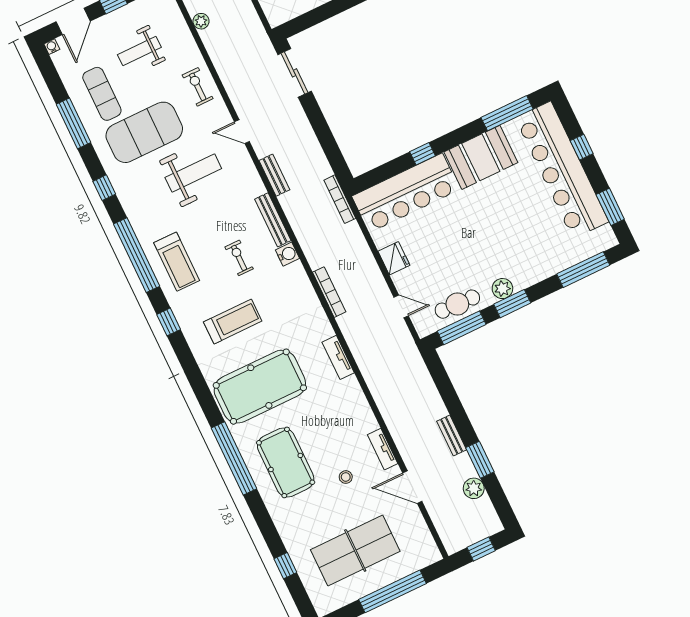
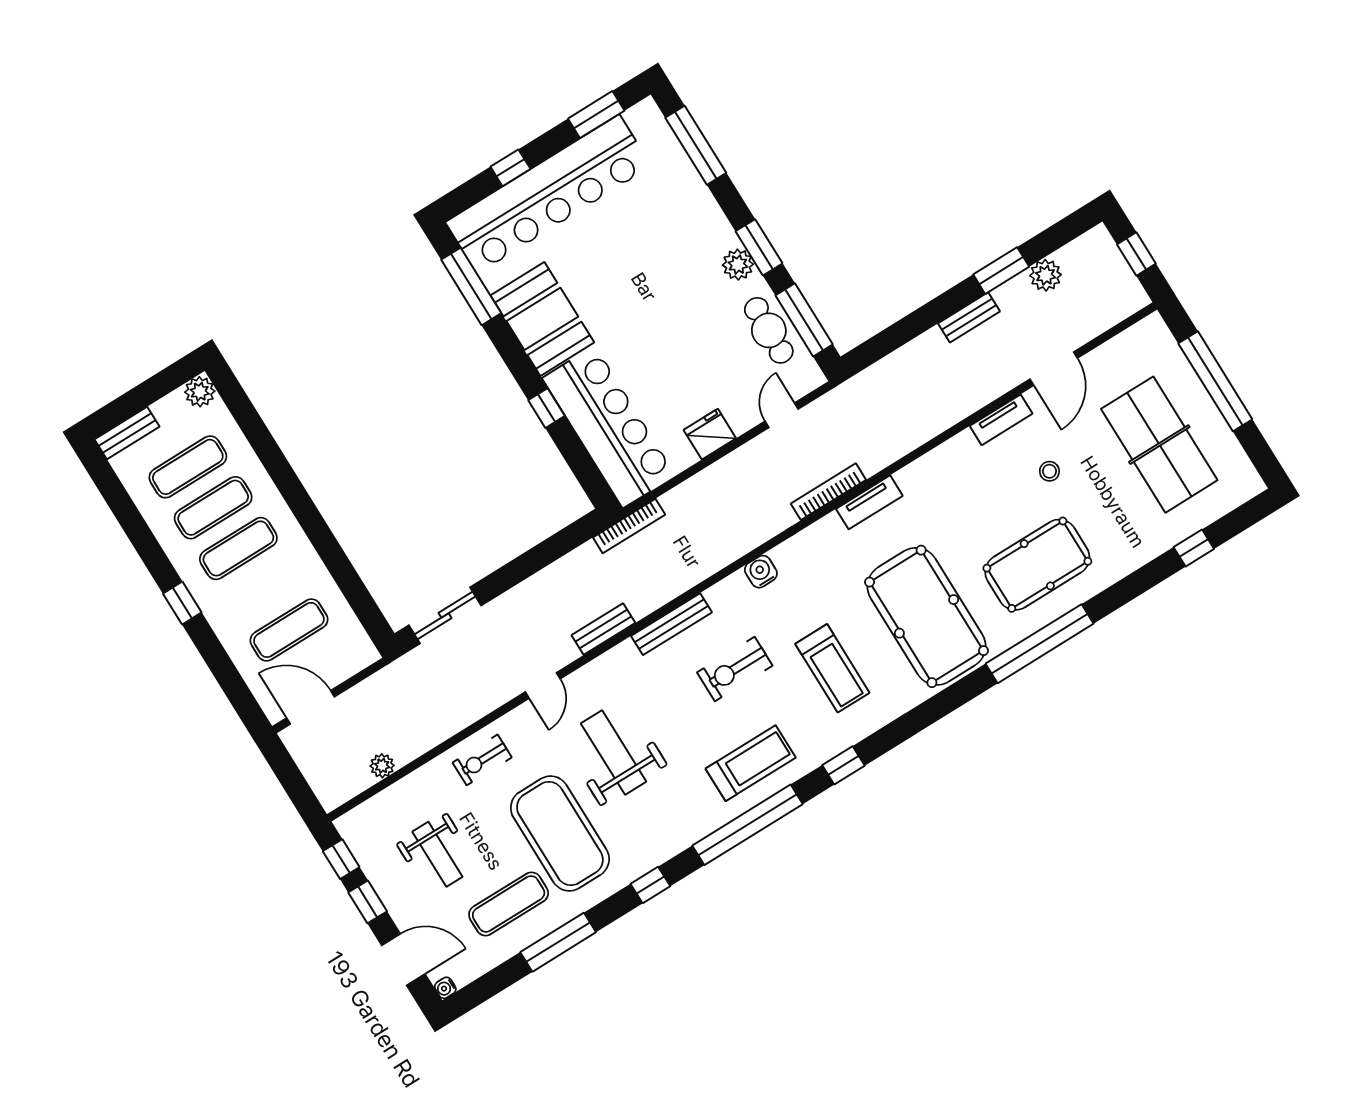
water cooler: (287, 254) -> (761, 572), moved
exercise bike: (239, 258) -> (735, 669), width x1.38, depth x1.39
bookcase: (329, 292) -> (828, 492), moved
treadmill: (233, 322) -> (832, 668), turned 180

